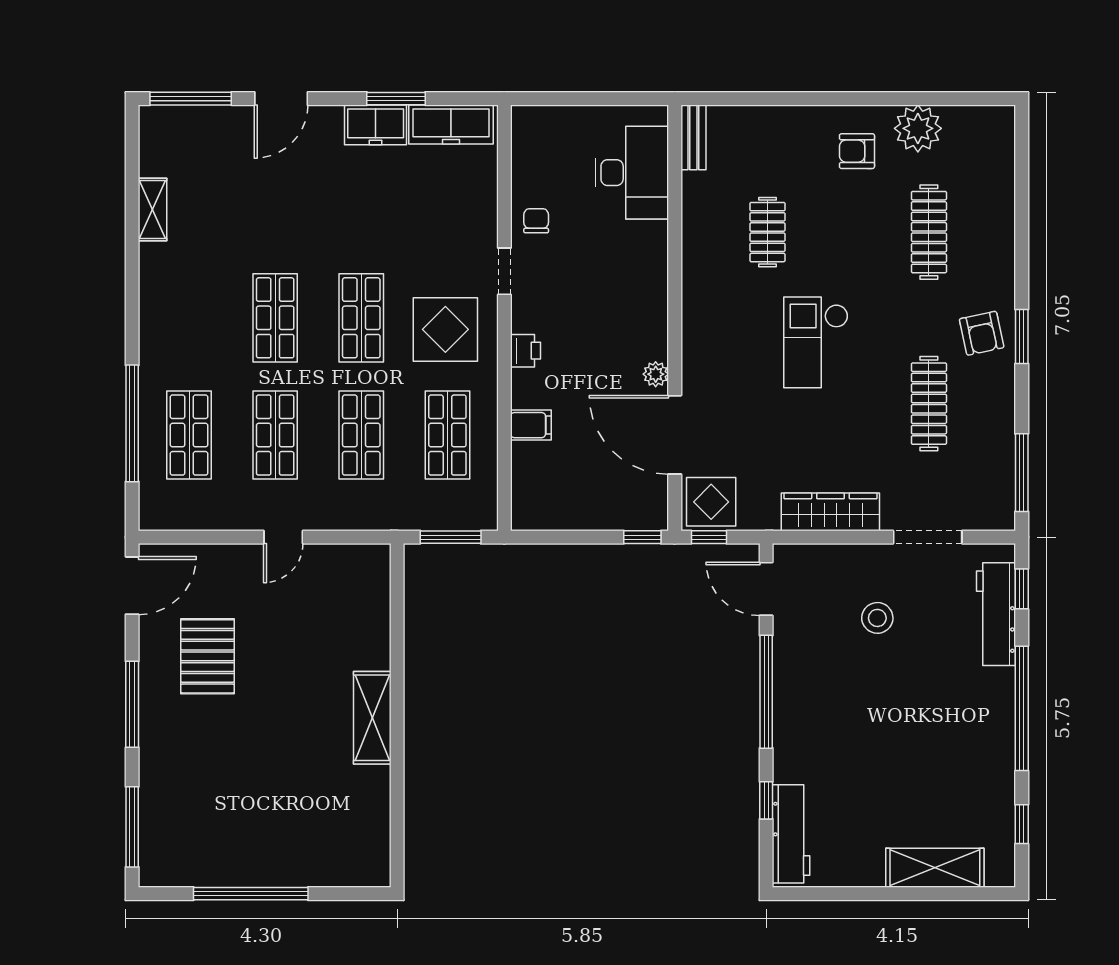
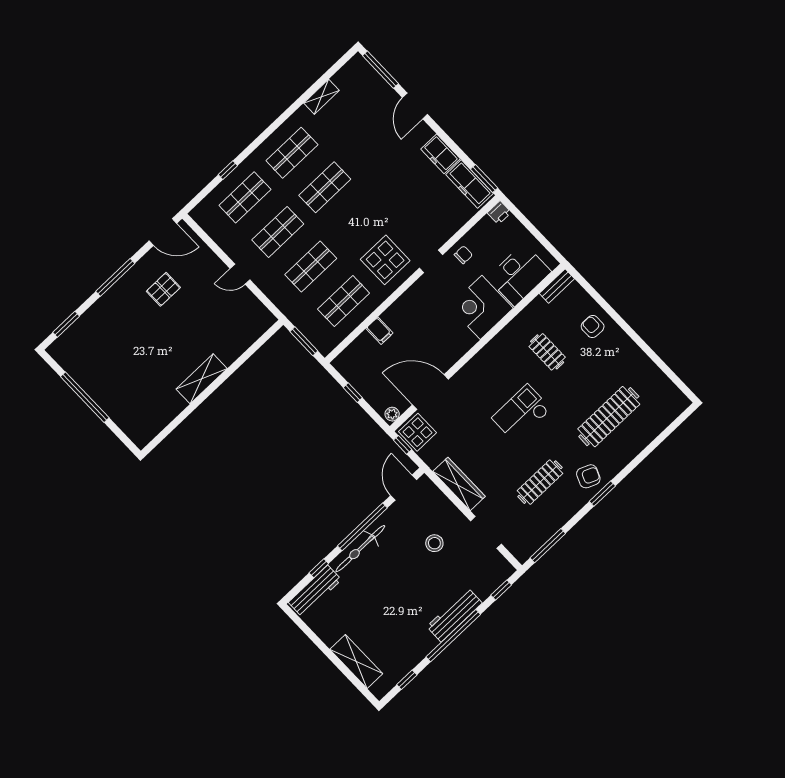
door: (281, 99) -> (415, 106), hinge flipped
window: (396, 99) -> (484, 179), moved
plant: (918, 128) -> (646, 373), removed
armchair: (857, 151) -> (593, 326), moved
clothes rail: (767, 232) -> (547, 352), turned 90
clothes rail: (929, 232) -> (609, 417), width x1.37, depth x1.31
corner desk: (627, 263) -> (481, 307), added
shop shelf: (361, 318) -> (292, 153), moved
armchair: (982, 333) -> (588, 476), turned -145
printer: (526, 351) -> (499, 213), moved
plant: (656, 374) -> (392, 414), moved
window: (132, 423) -> (228, 170), width x0.32
door: (675, 435) -> (430, 392), hinge flipped
window: (642, 537) -> (353, 393), moved
workbench: (996, 614) -> (454, 615), moved
pallet: (208, 656) -> (163, 289), width x0.67, depth x0.71
bicycle: (792, 722) -> (360, 549), added
window: (132, 827) -> (66, 324), width x0.69

